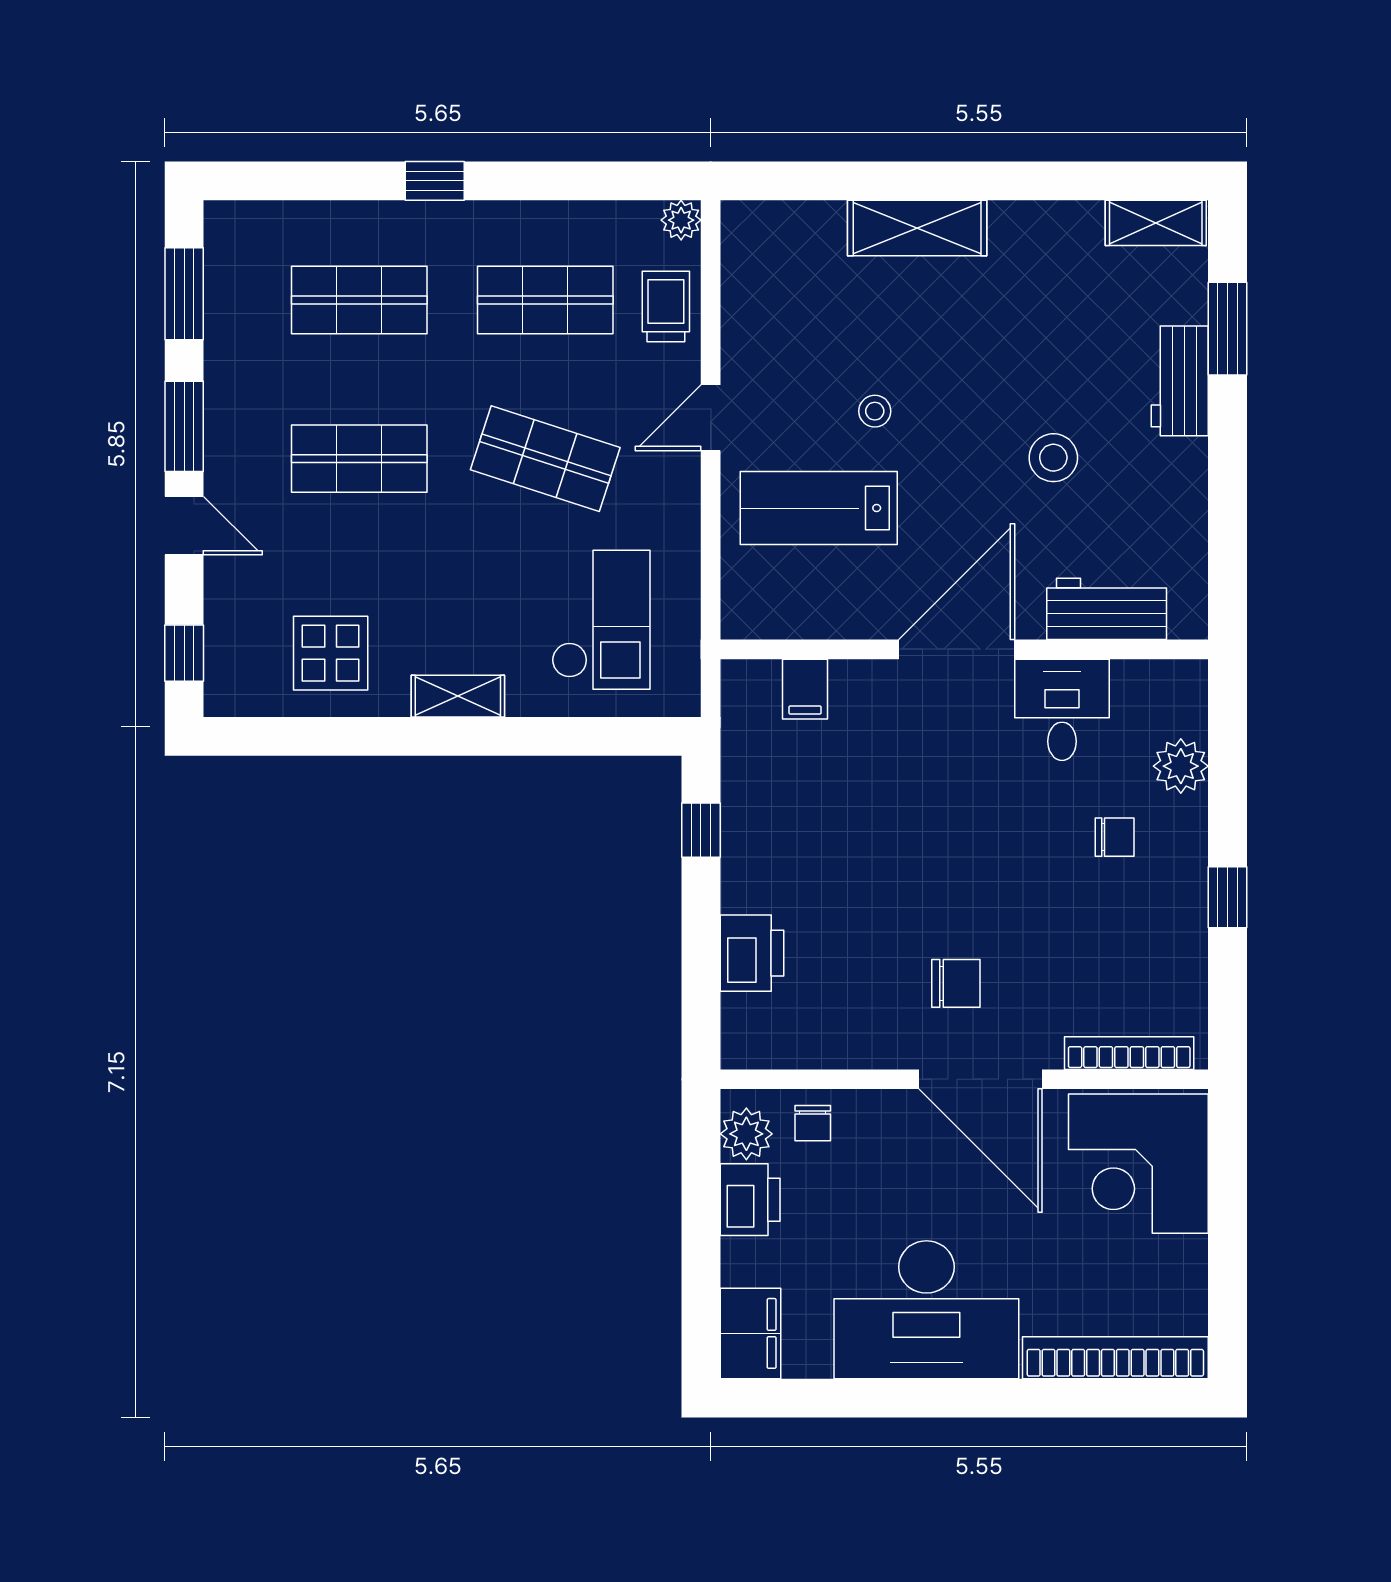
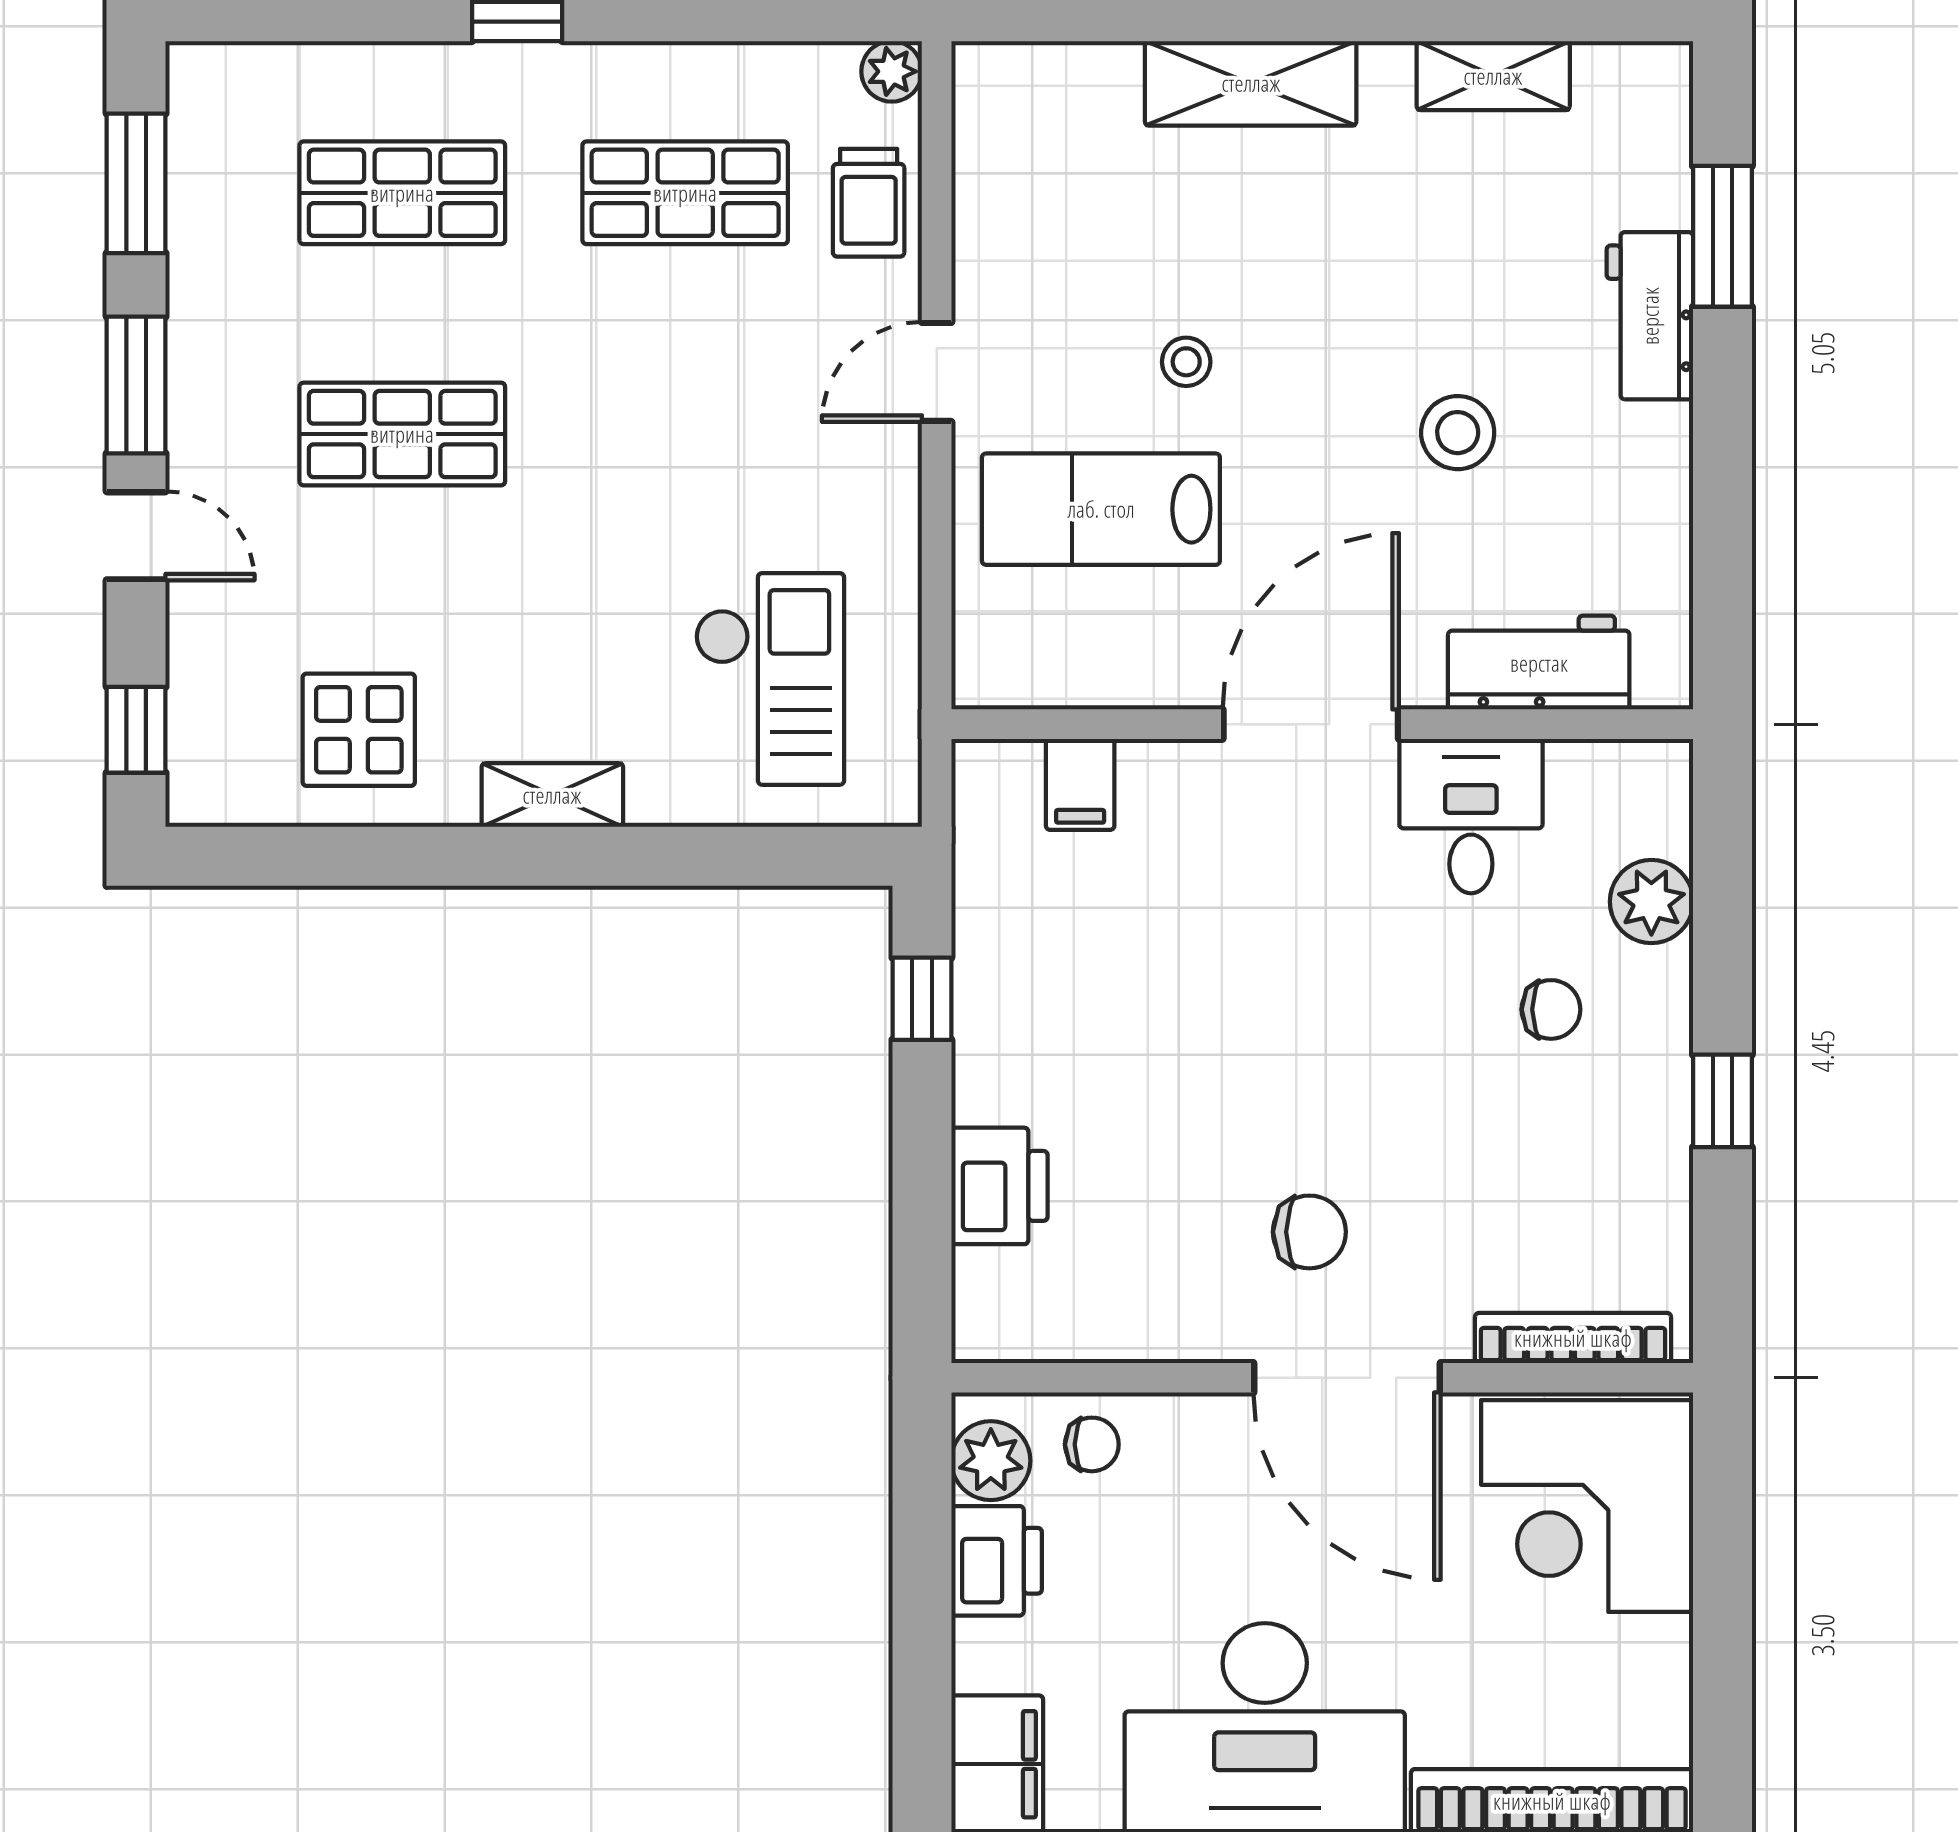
shelving: (1156, 223) -> (1493, 76), moved
trolley: (666, 306) -> (869, 203), turned 180
shop shelf: (545, 459) -> (685, 434), removed
chair: (813, 1123) -> (1092, 1444), turned -90

